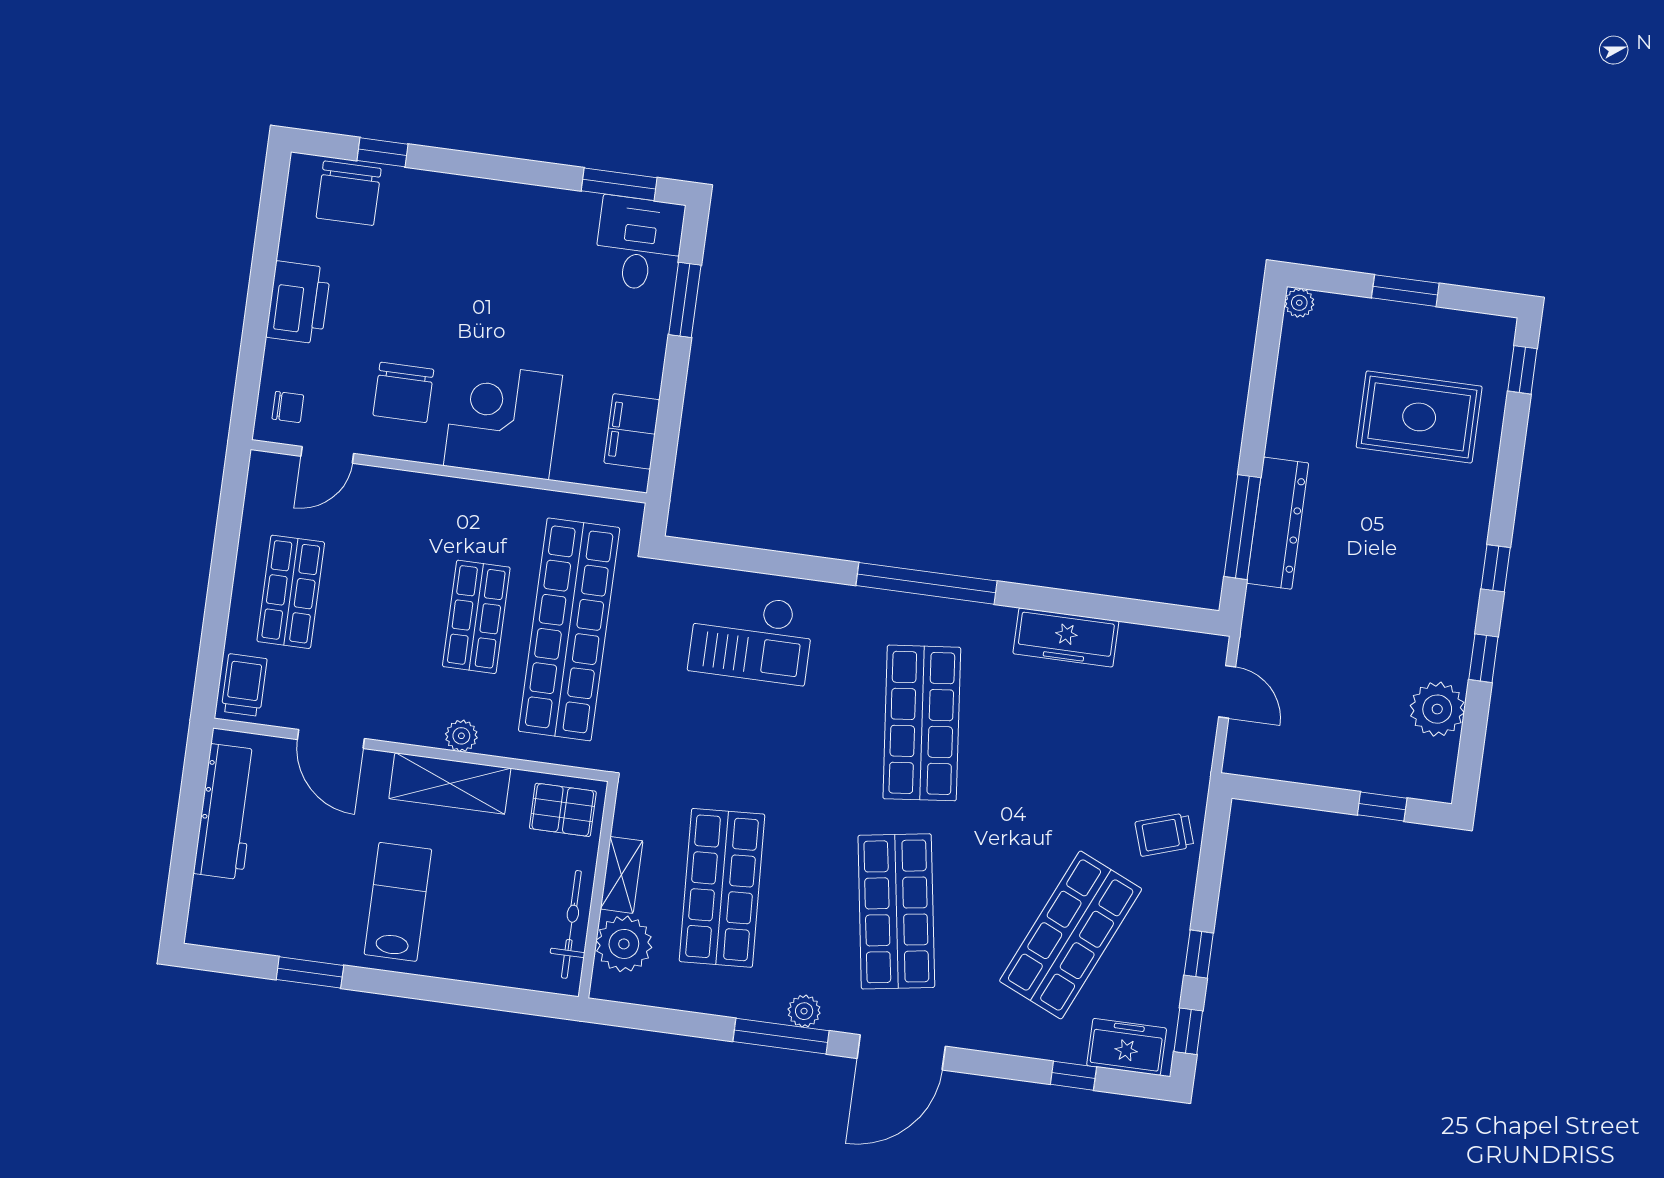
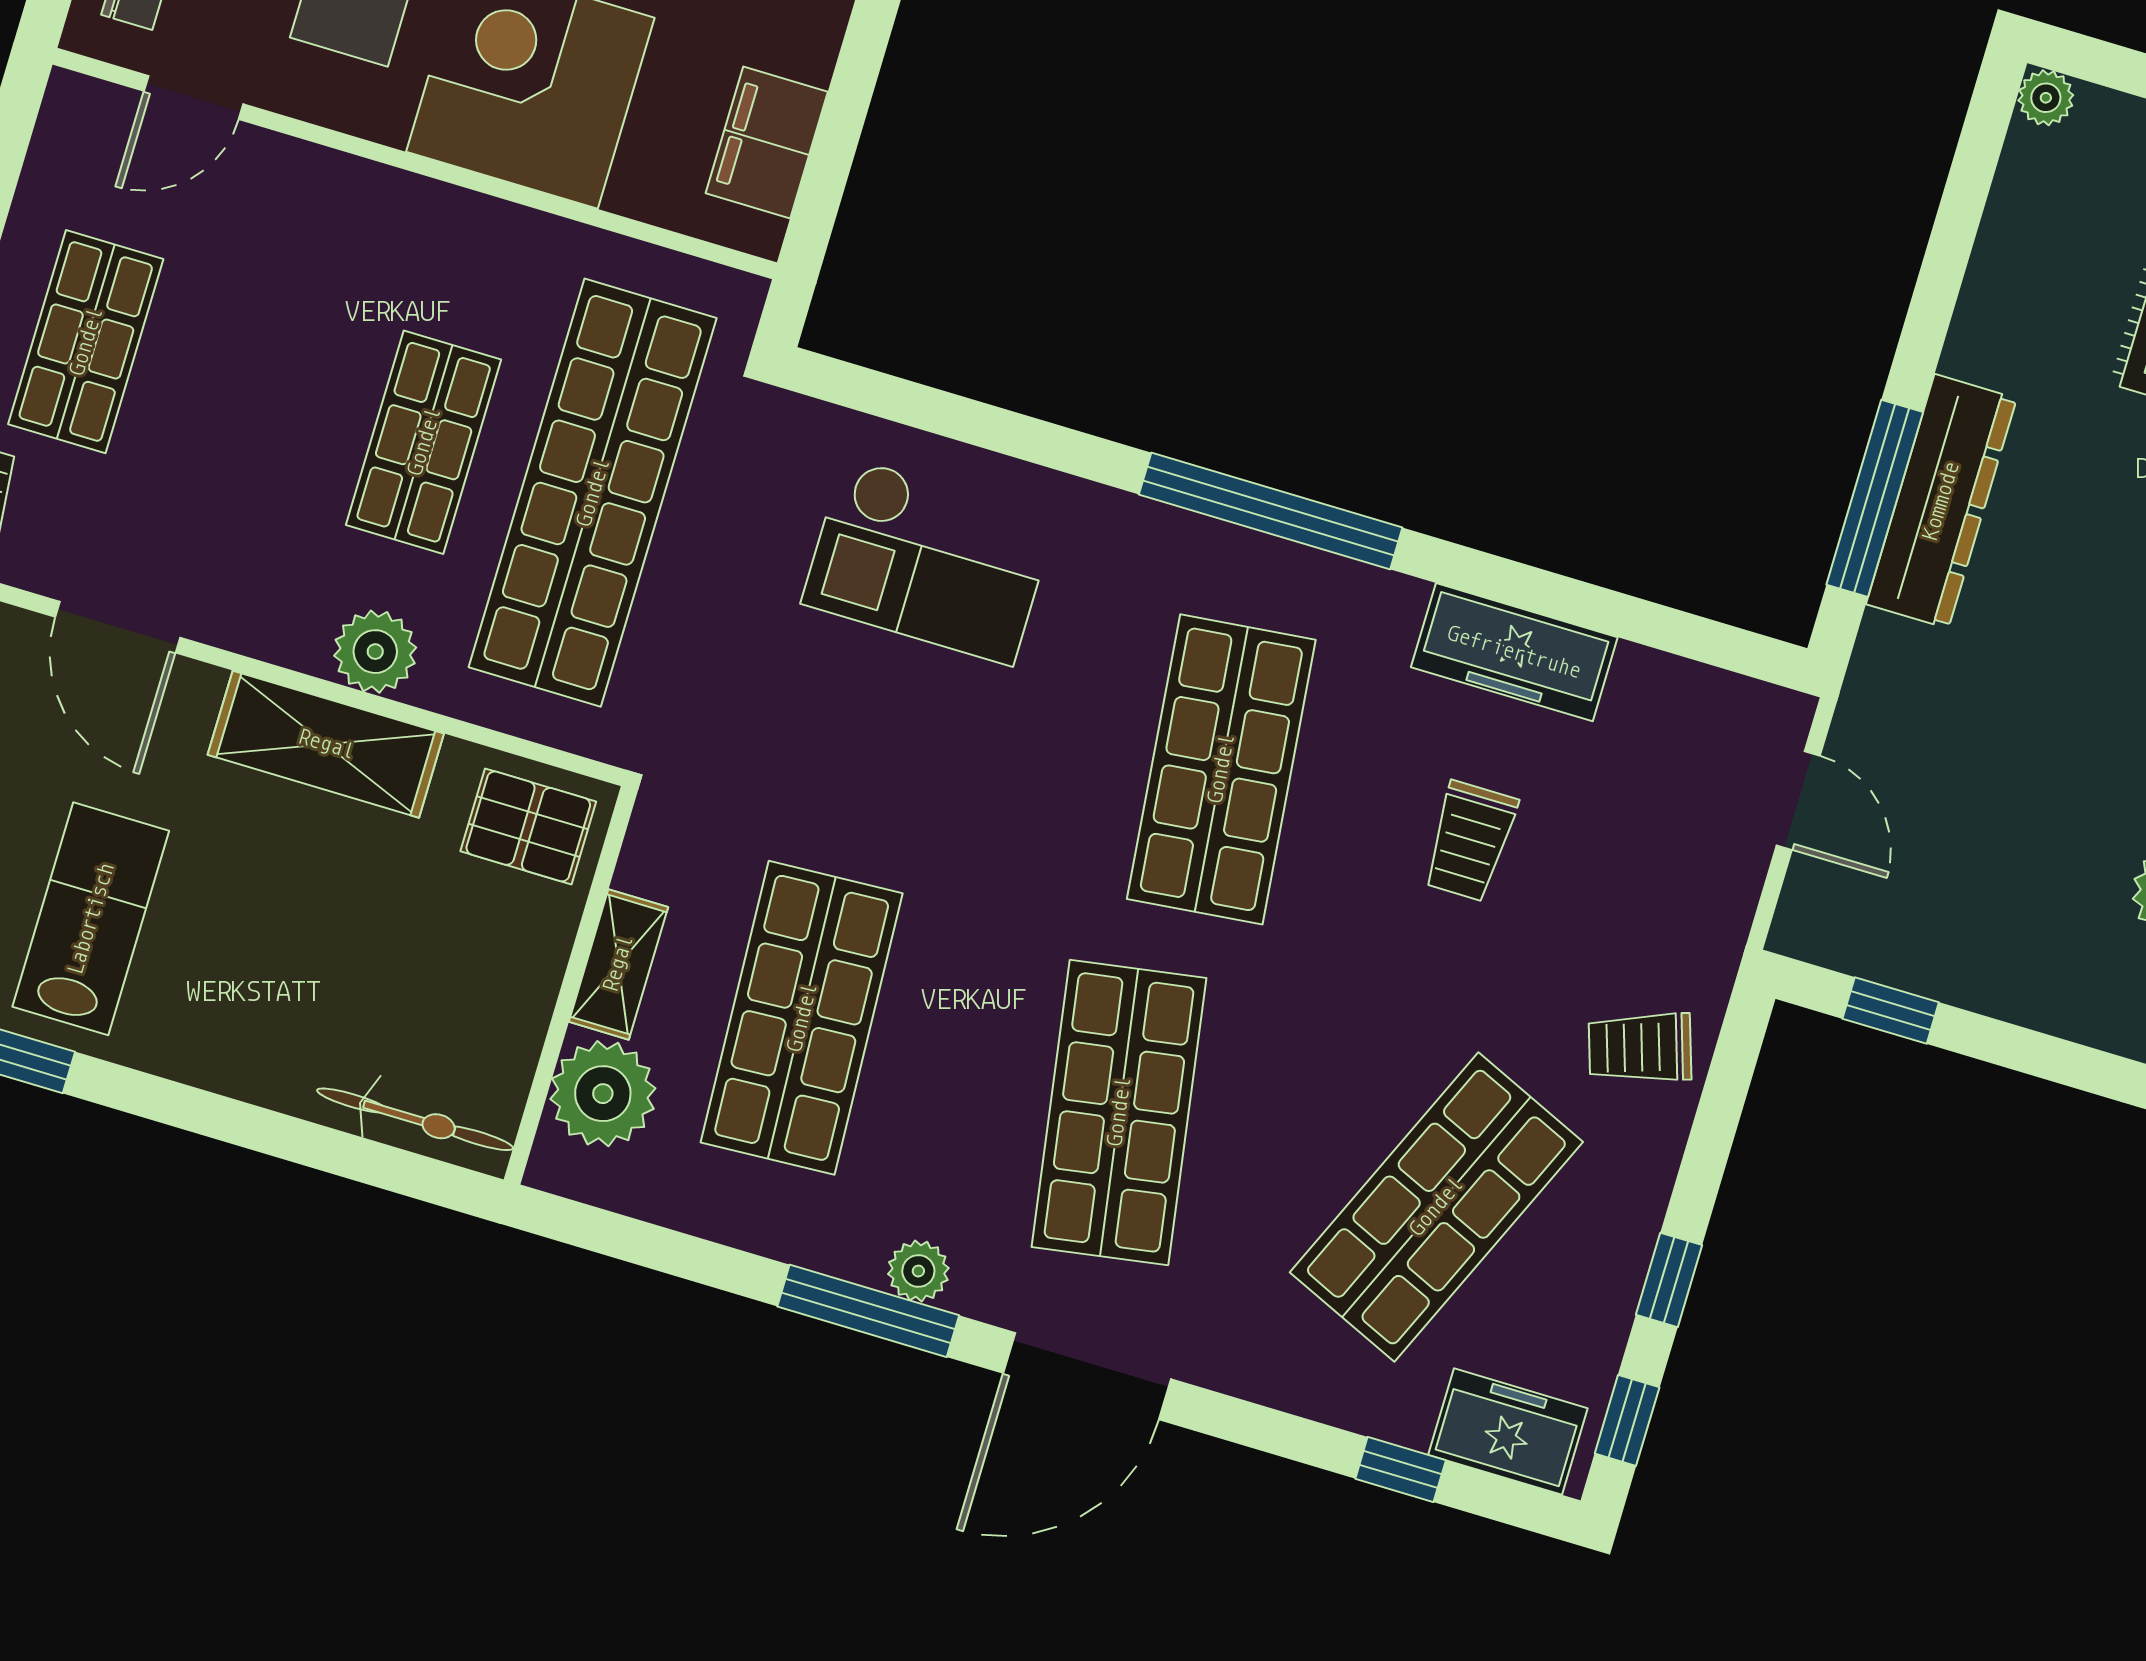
plant: (461, 736) -> (375, 652), width x1.38, depth x1.38
trolley: (1058, 740) -> (1470, 841), added
window: (1382, 807) -> (1891, 1010), moved
lab bench: (398, 902) -> (91, 919), moved
bicycle: (571, 924) -> (415, 1119), moved, turned 90

